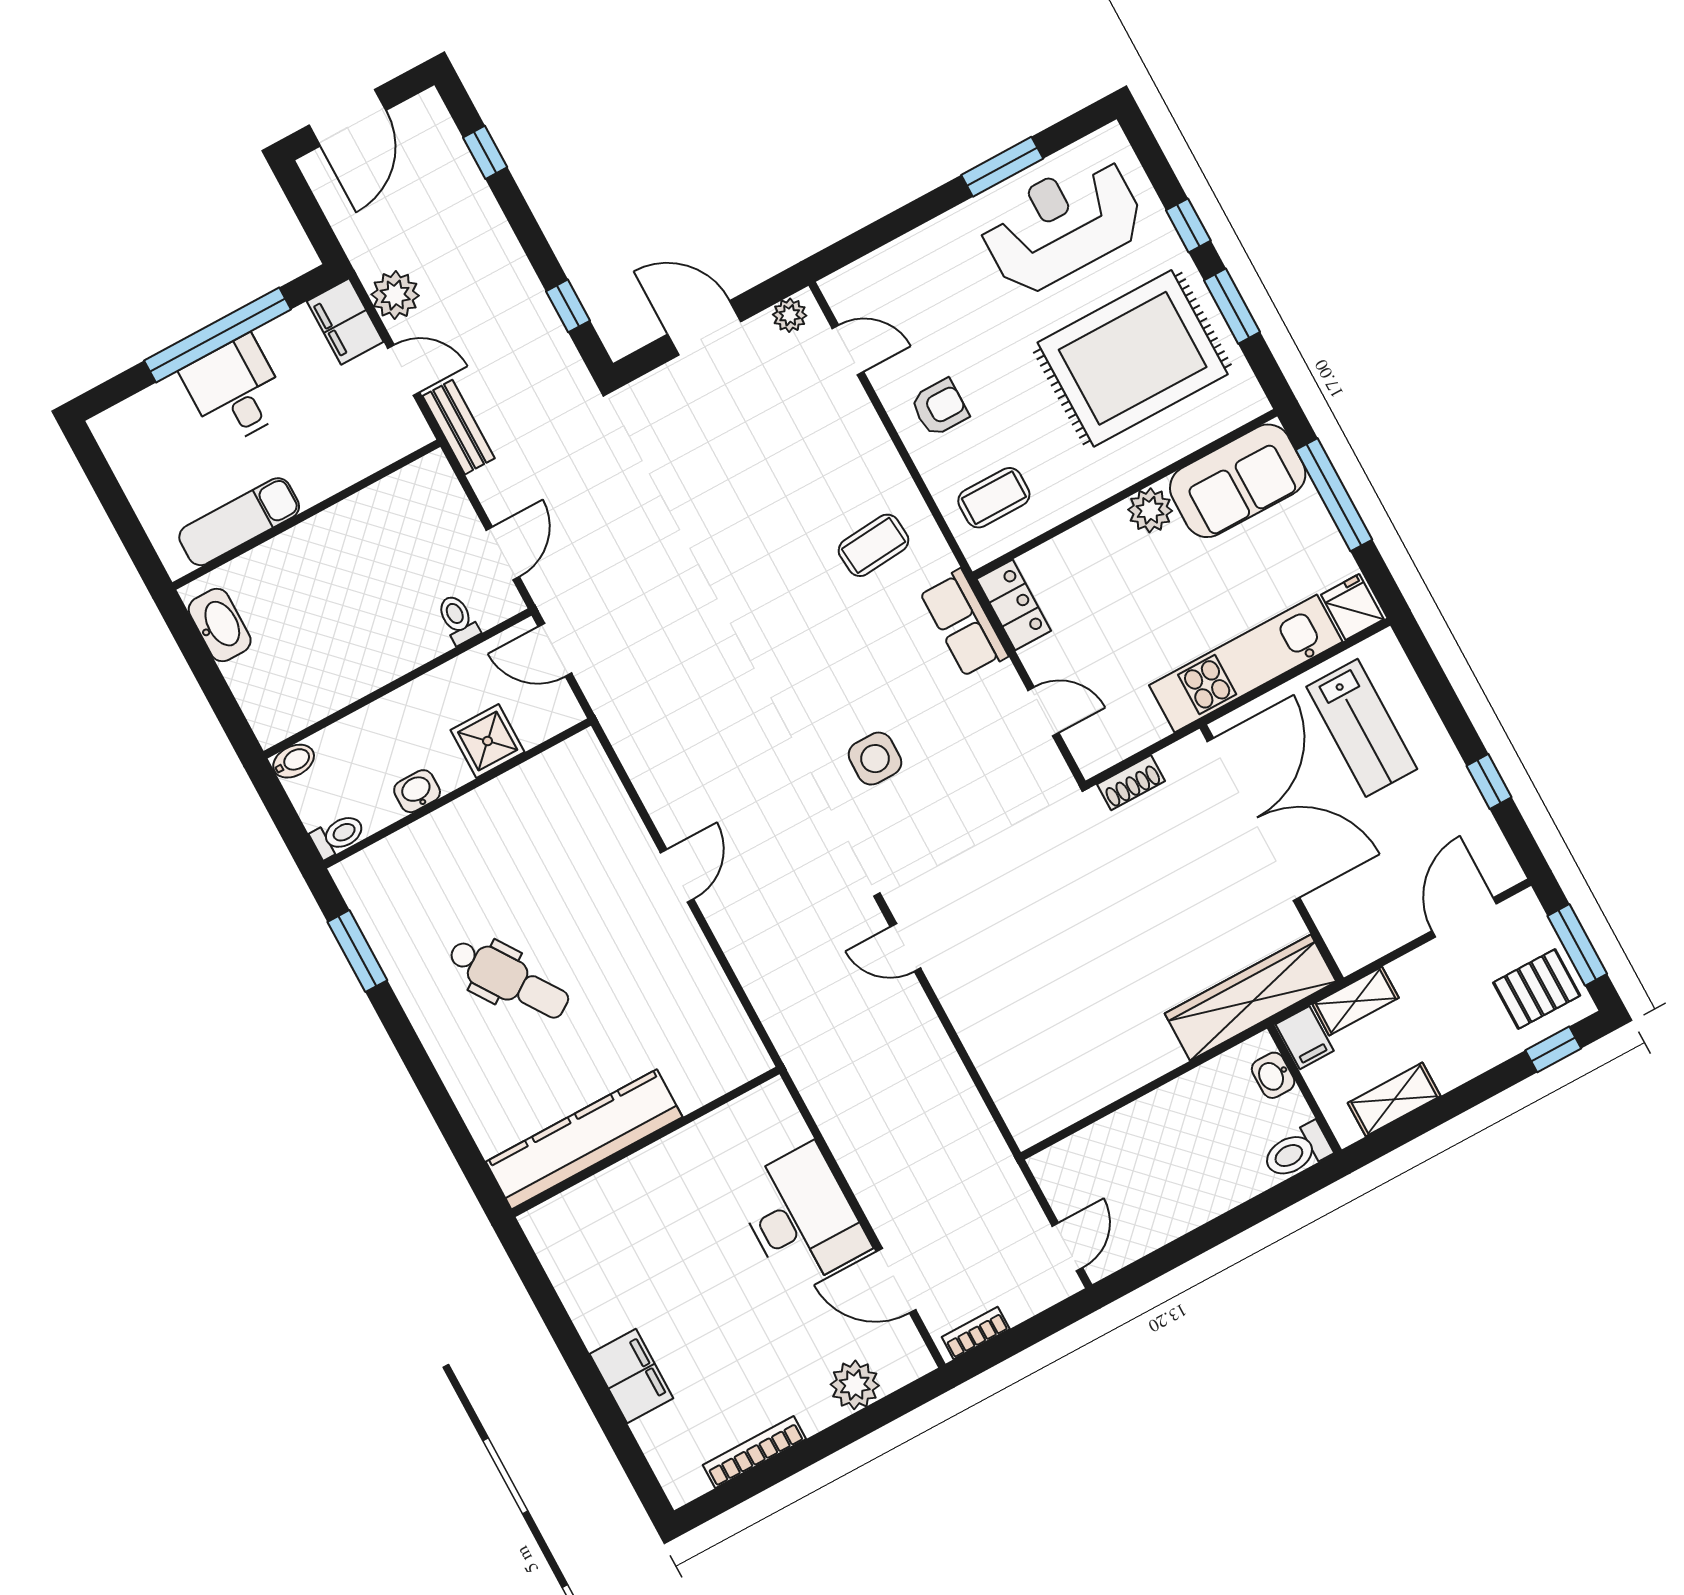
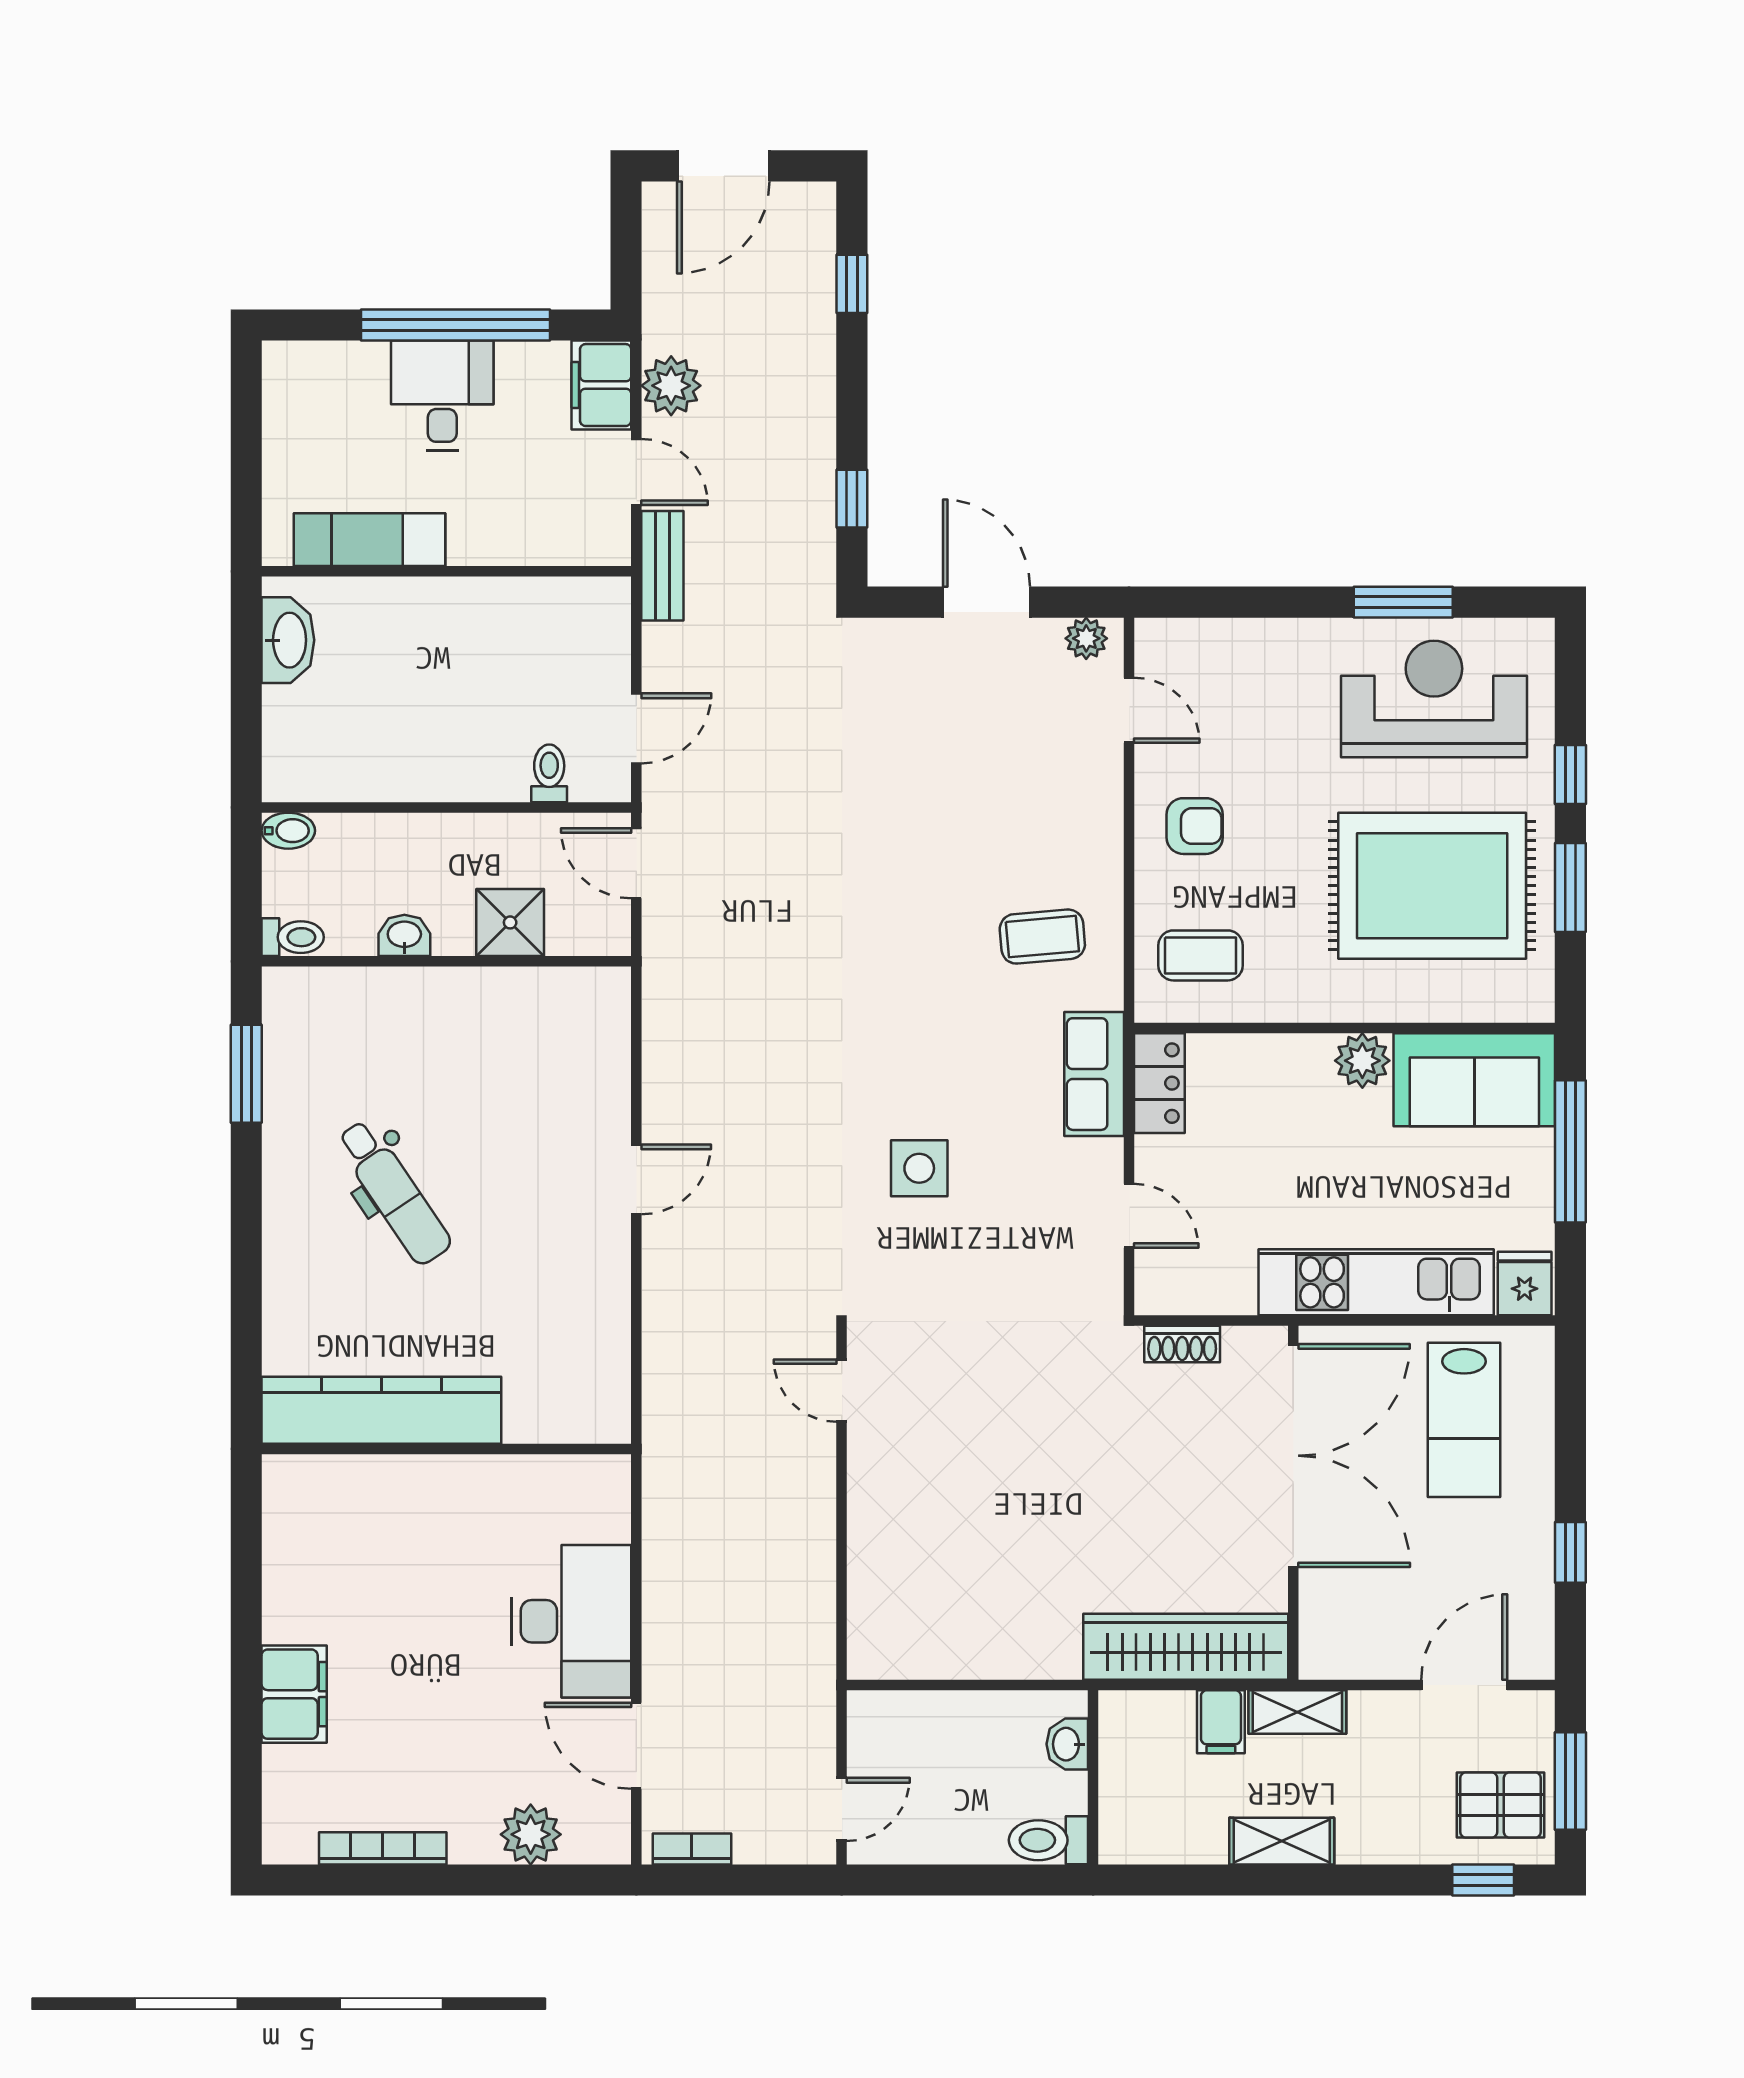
washbasin: (1273, 1075) -> (1067, 1744), moved
wall: (1304, 1089) -> (1093, 1777), moved
toilet: (1297, 1151) -> (1048, 1840), moved

